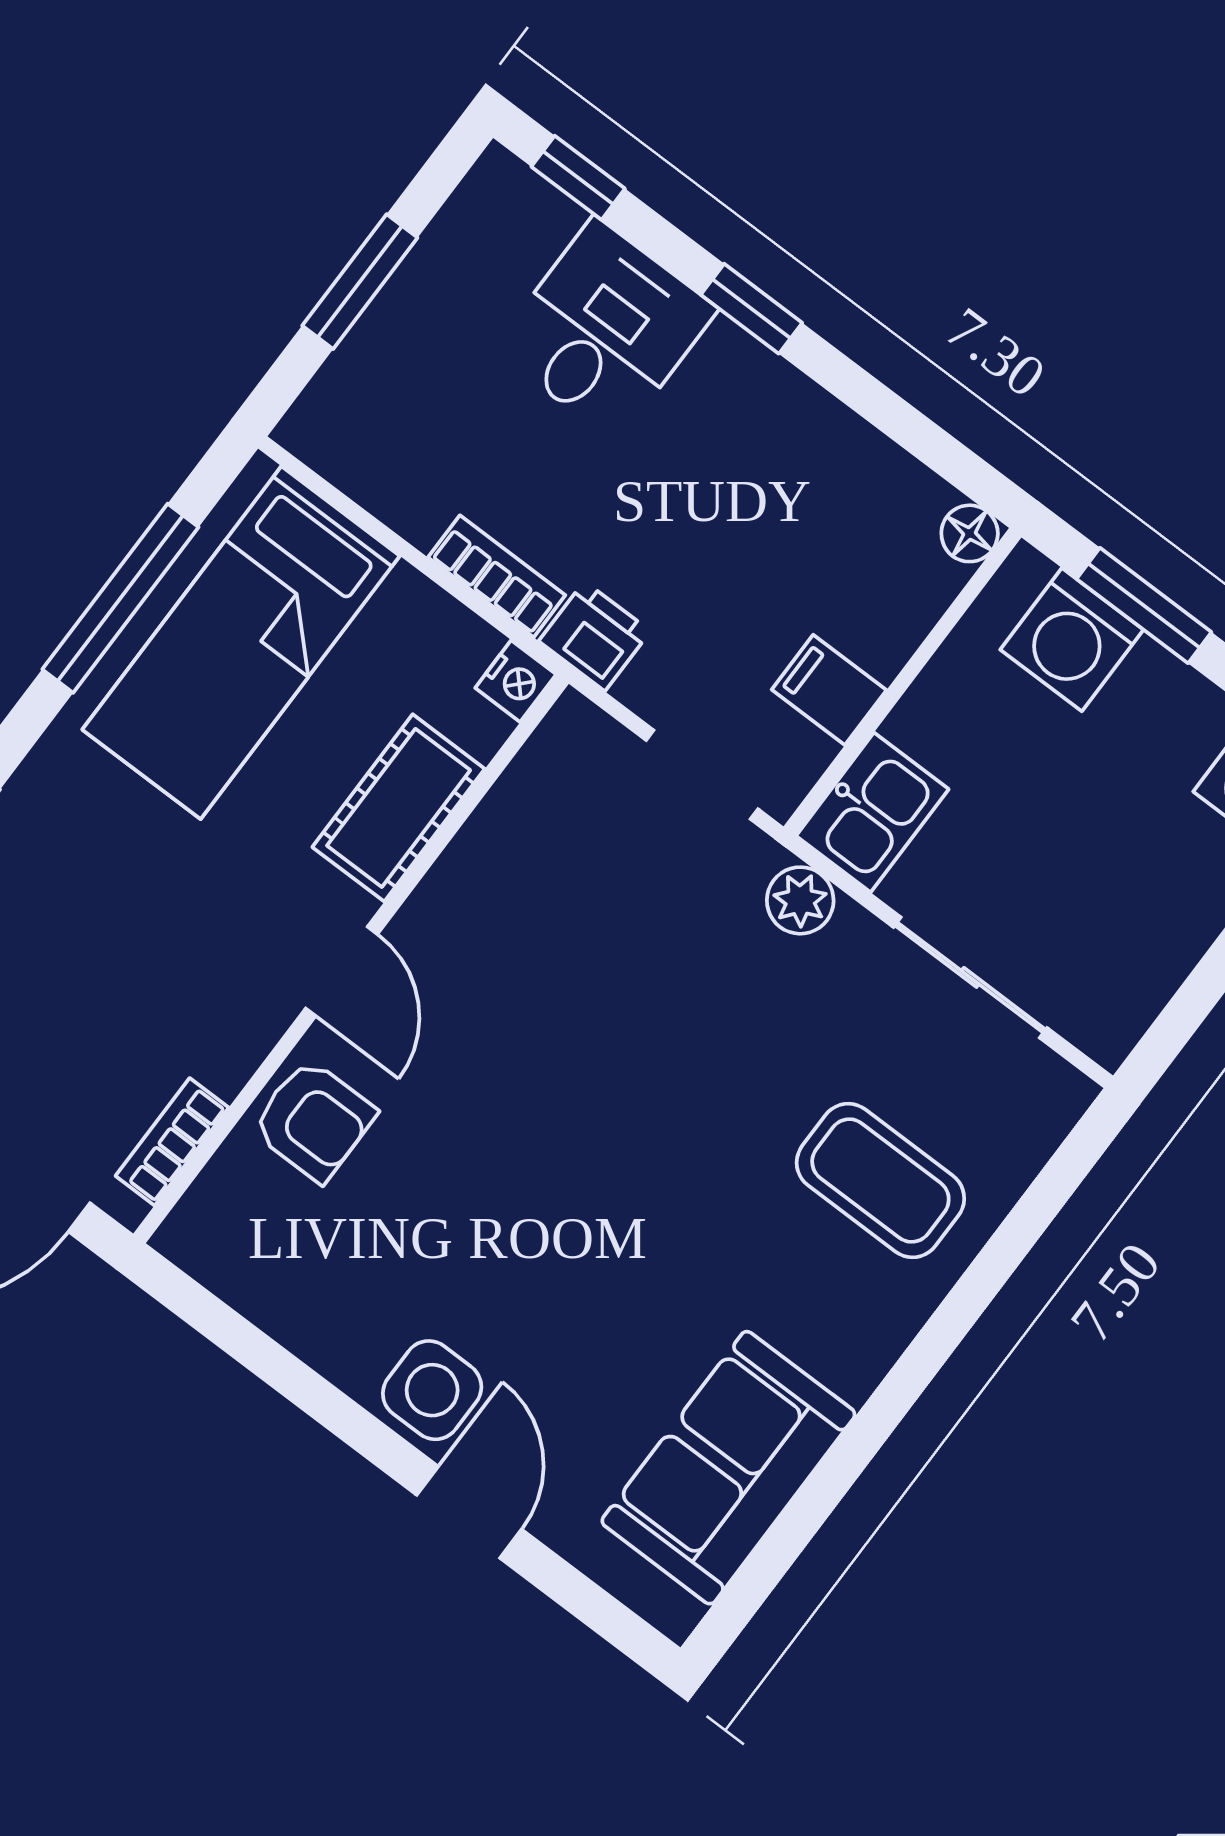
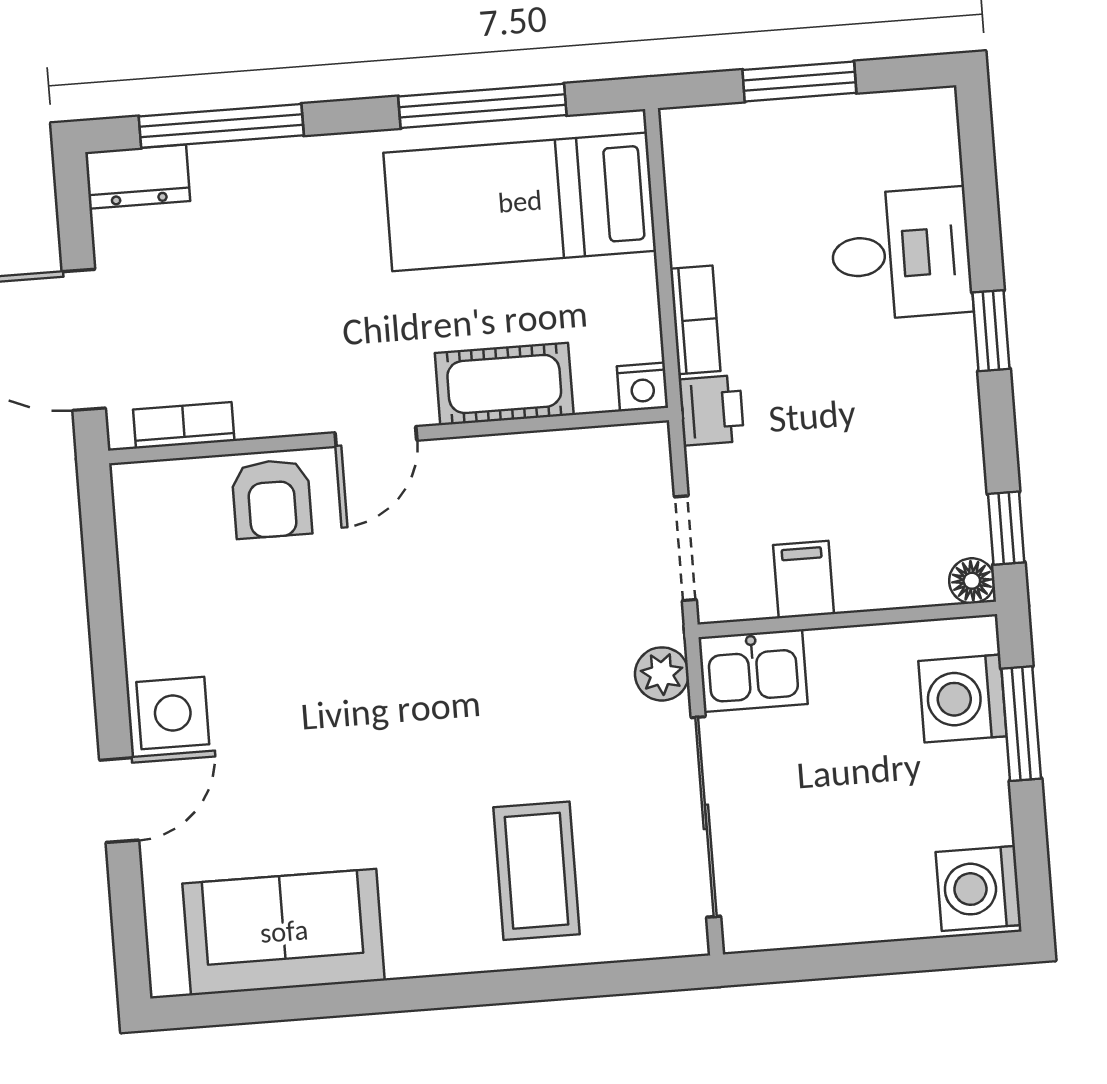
window: (578, 178) -> (1006, 528), moved
sliding door: (970, 977) -> (706, 817), width x1.37

